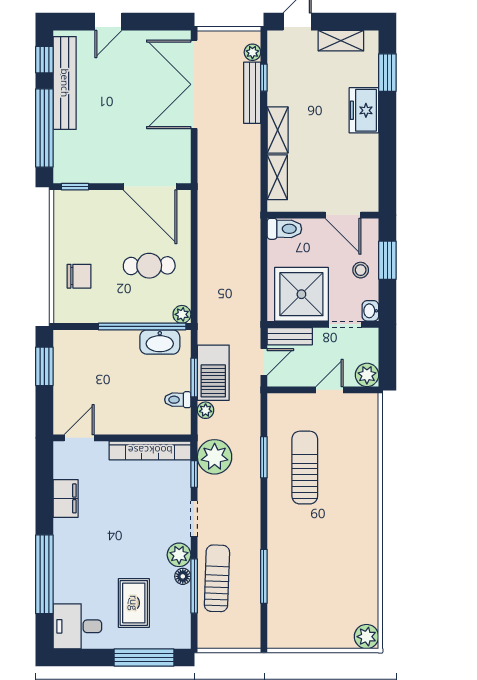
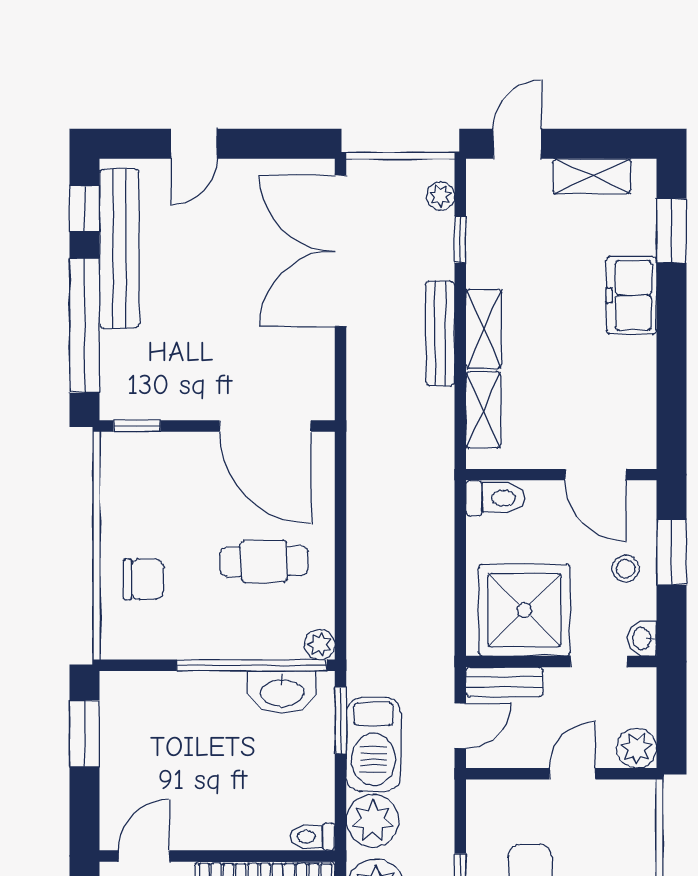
bench: (252, 93) -> (440, 333), moved
window: (194, 377) -> (341, 720), moved
toilet: (178, 400) -> (313, 837), moved
plant: (206, 410) -> (373, 821), width x1.88, depth x1.88

